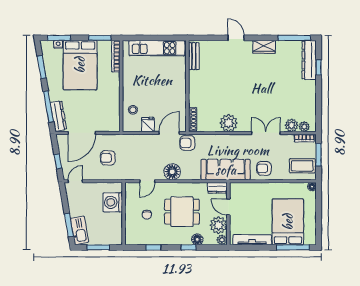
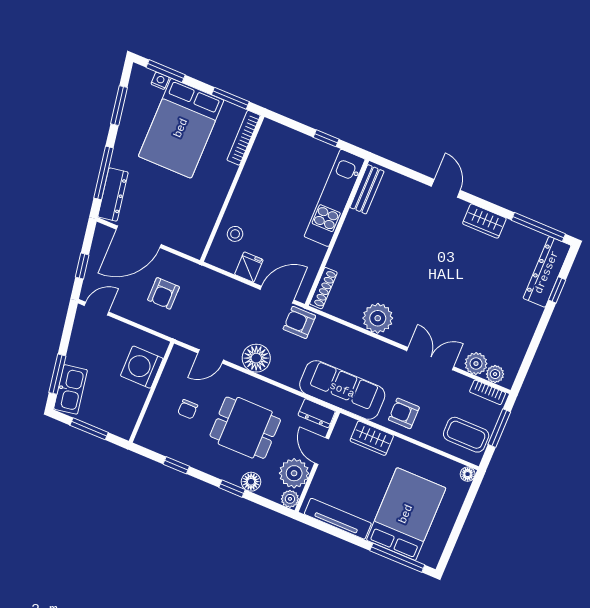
window: (160, 38) -> (326, 138), added
kitchen unit: (157, 48) -> (335, 198), moved, turned 90
armchair: (108, 158) -> (163, 293), turned -90
wardrobe: (252, 189) -> (372, 438), added

